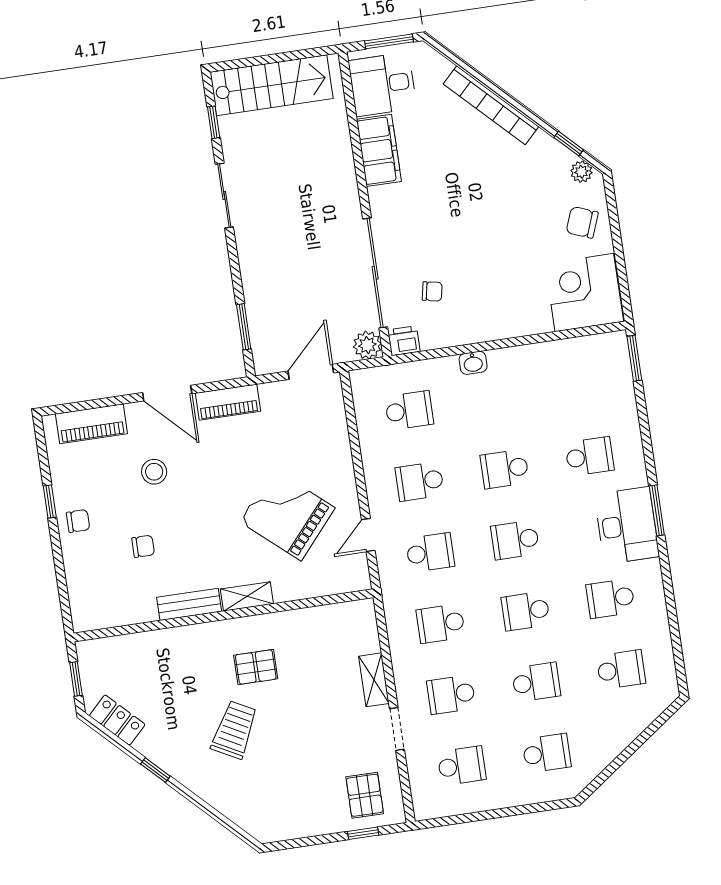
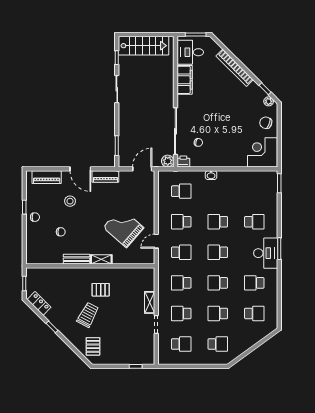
school desk: (536, 682) -> (218, 313), turned 180
pallet: (365, 795) -> (93, 346), moved

